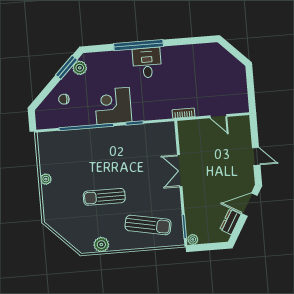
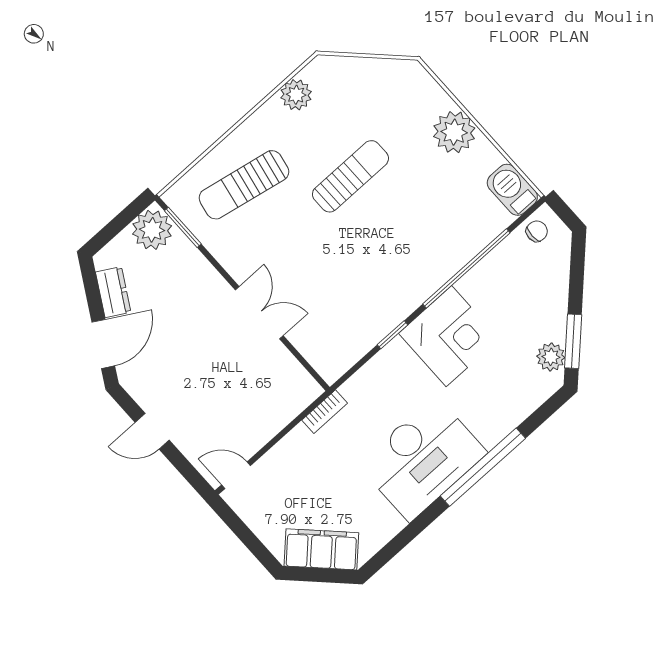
filing cabinet: (225, 61) -> (321, 549), added
desk: (147, 63) -> (422, 459), width x1.87, depth x1.30
chair: (64, 99) -> (537, 231), moved
door: (218, 116) -> (236, 475), moved
barbecue: (45, 144) -> (512, 190), added
plant: (46, 179) -> (454, 132), width x1.88, depth x1.88
plant: (193, 239) -> (152, 230), width x1.88, depth x1.88

